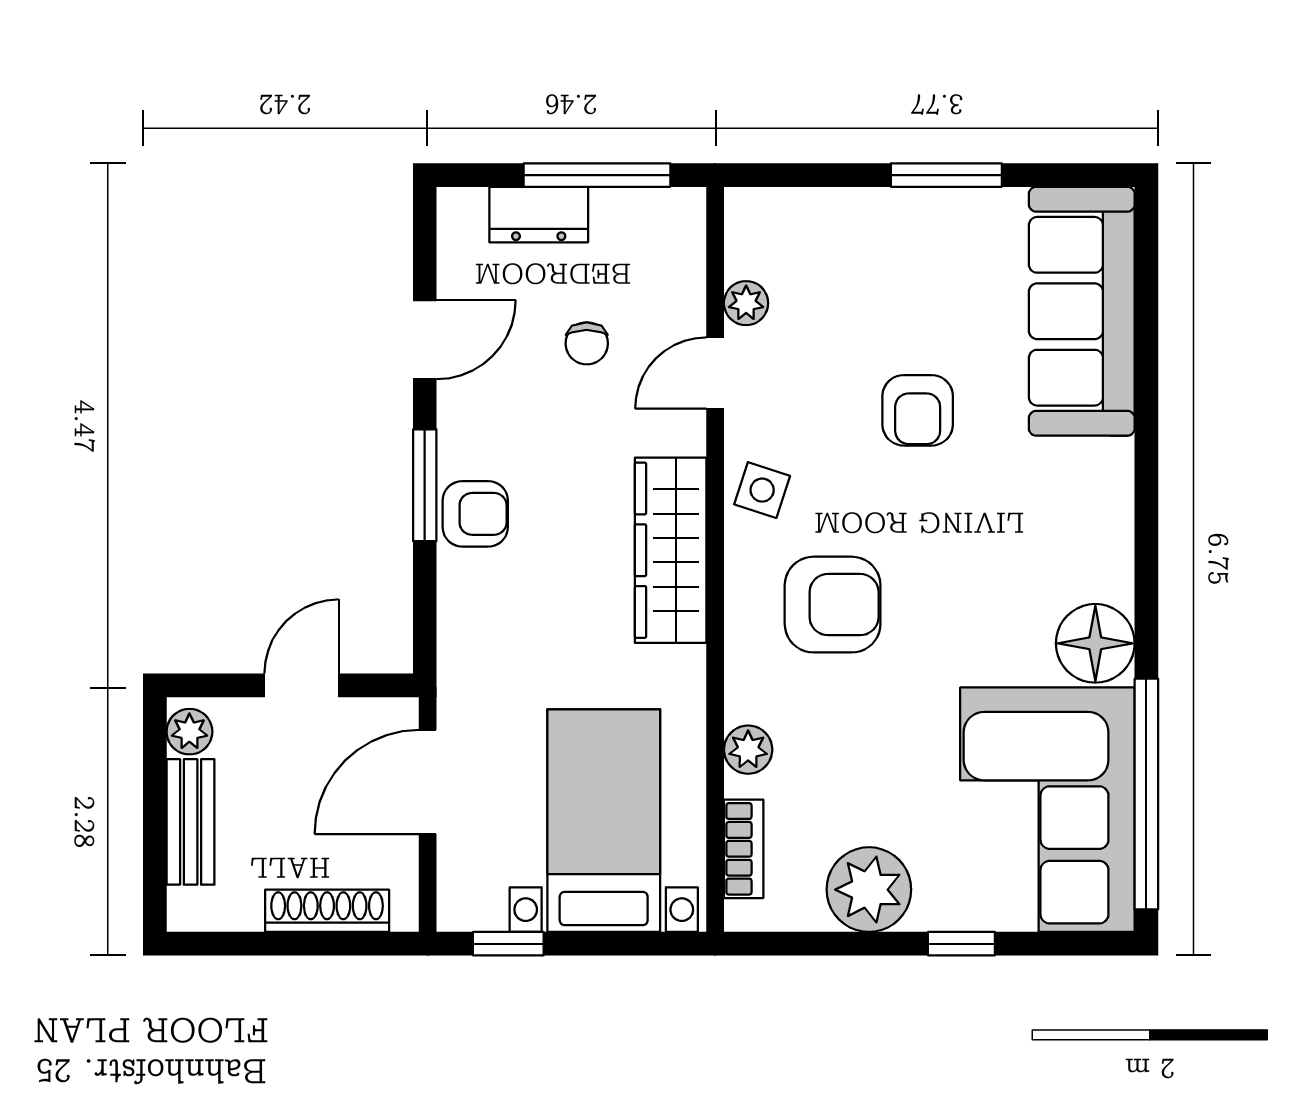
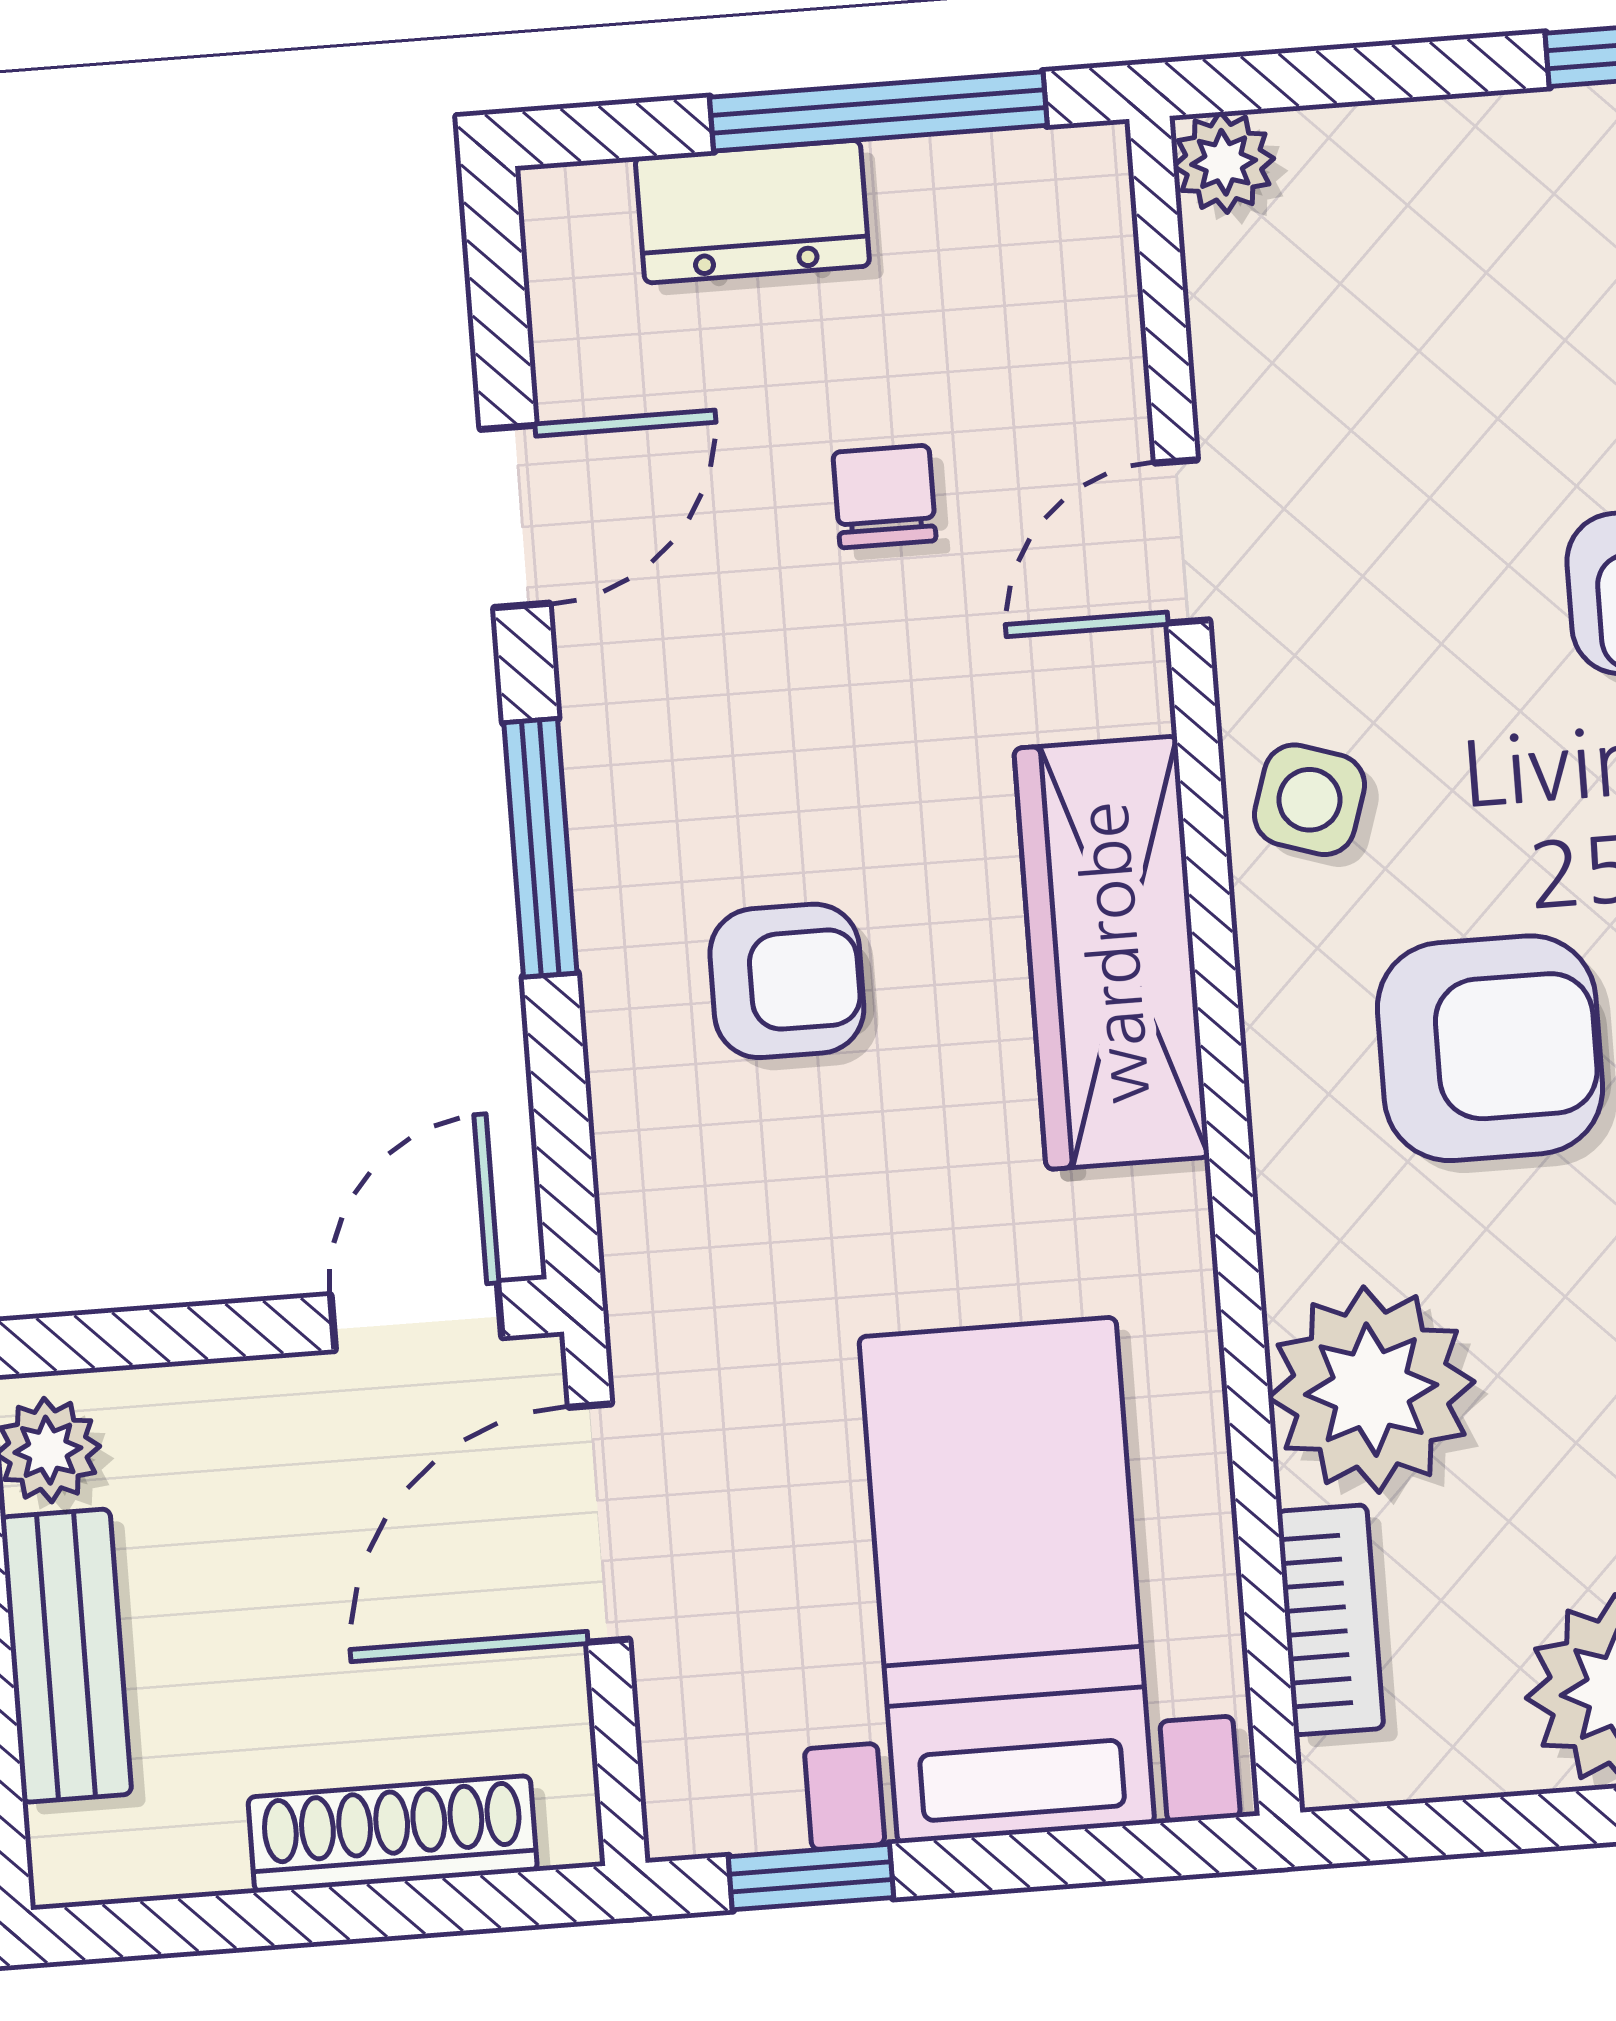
plant: (746, 303) -> (1224, 162), moved
chair: (587, 343) -> (884, 496), turned 180
armchair: (475, 514) -> (787, 981), moved
door: (302, 685) -> (416, 1316), moved
plant: (748, 750) -> (1371, 1390), width x1.88, depth x1.88

